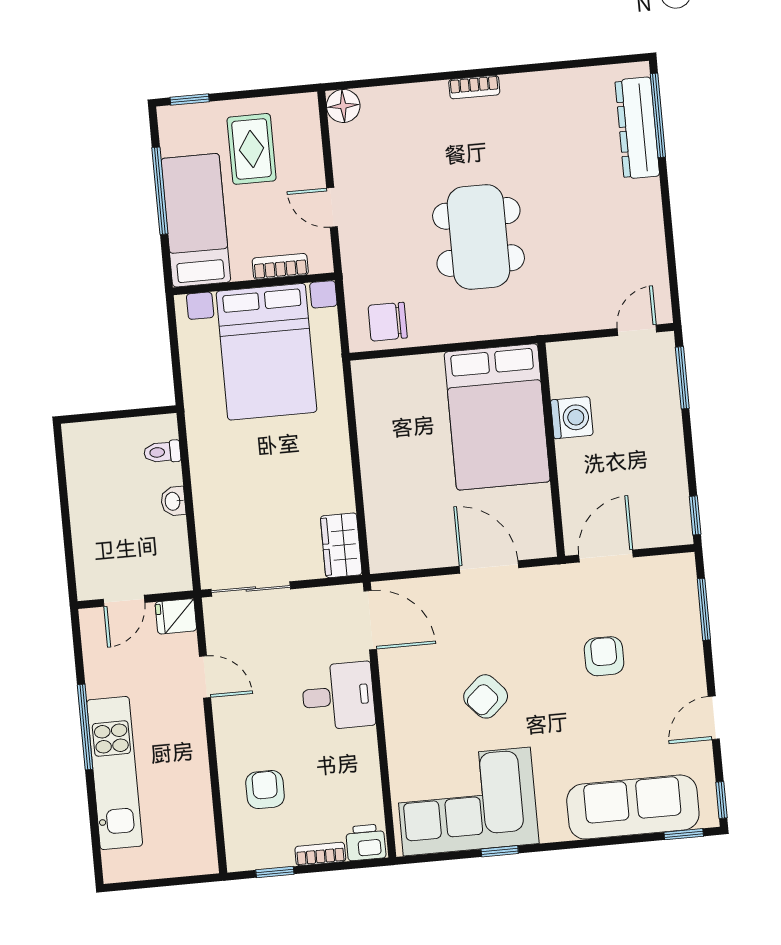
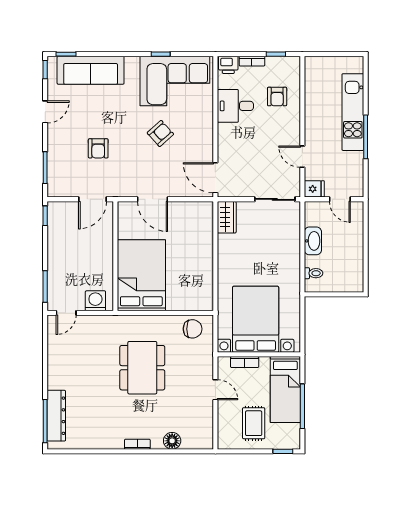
floor lamp: (343, 106) -> (172, 441), moved
washing machine: (572, 418) -> (95, 301), moved, turned 90
washbasin: (173, 501) -> (313, 241), width x1.91, depth x1.45
door: (124, 601) -> (340, 199), swing flipped
desk: (338, 696) -> (235, 106), moved

